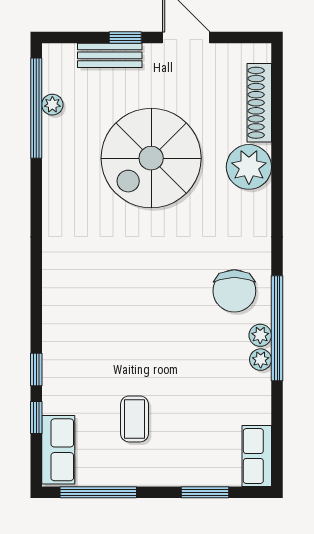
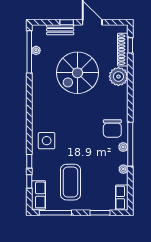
window: (277, 93) -> (130, 45), added
side table: (77, 320) -> (47, 141), added
plant: (261, 360) -> (123, 169), moved
coffee table: (134, 419) -> (71, 182), width x1.86, depth x1.72

